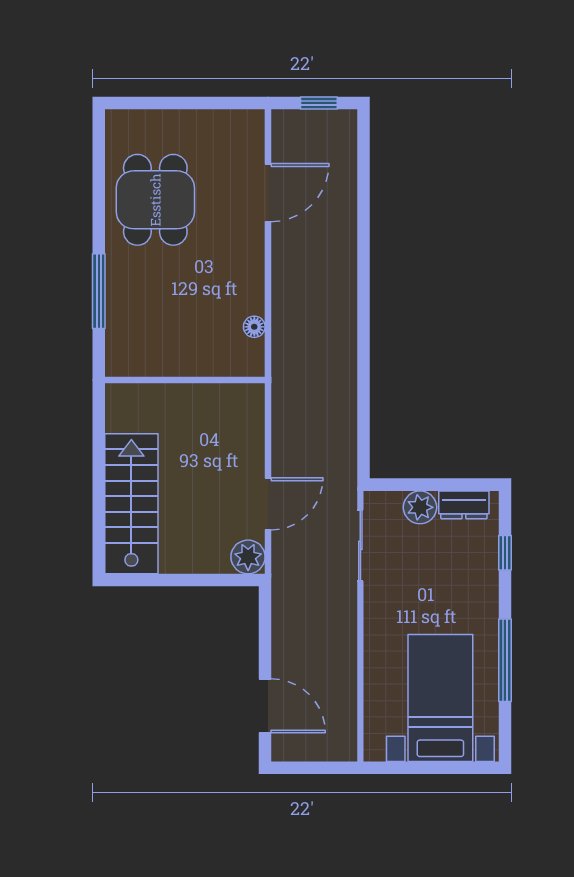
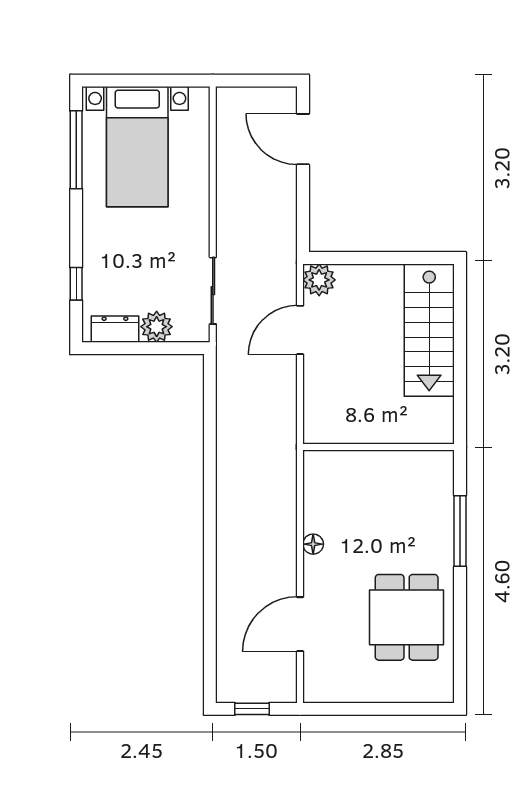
floor lamp: (254, 327) -> (313, 544), moved
window: (505, 660) -> (76, 150), moved

